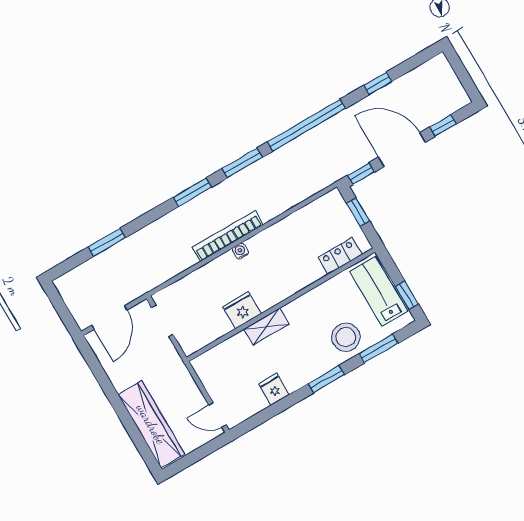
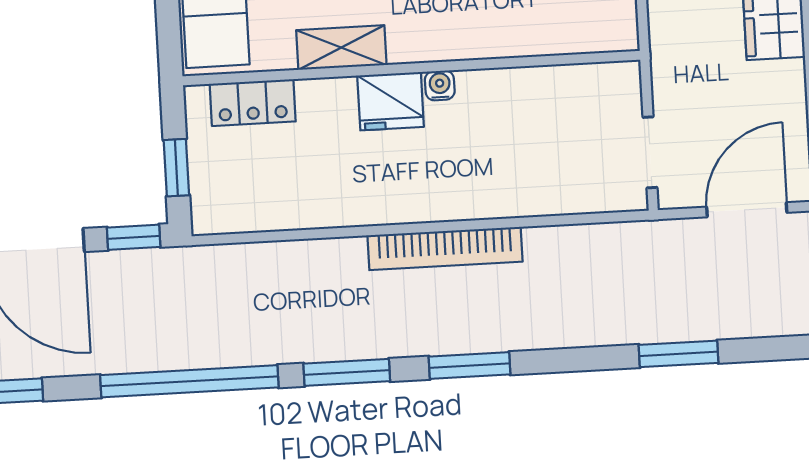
water cooler: (240, 251) -> (440, 85), moved, turned 180
fridge: (242, 310) -> (391, 101), moved
shelving: (266, 326) -> (341, 48), moved

